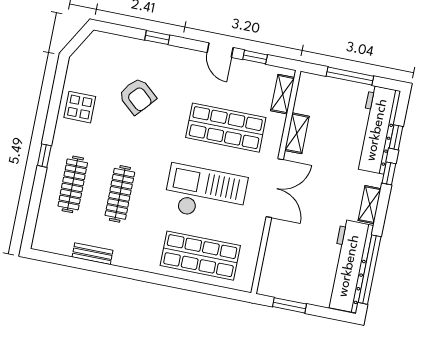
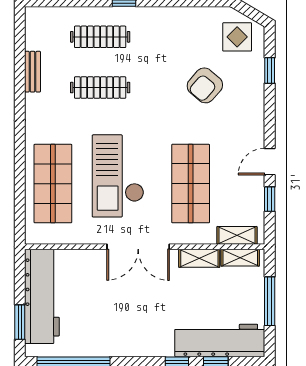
window: (157, 38) -> (270, 70), moved
display table: (80, 107) -> (237, 37), moved
checkout: (205, 194) -> (118, 176), turned 180
shelving: (370, 205) -> (240, 258), moved
workbench: (349, 266) -> (42, 296), moved, turned 90
window: (289, 305) -> (20, 322), moved

